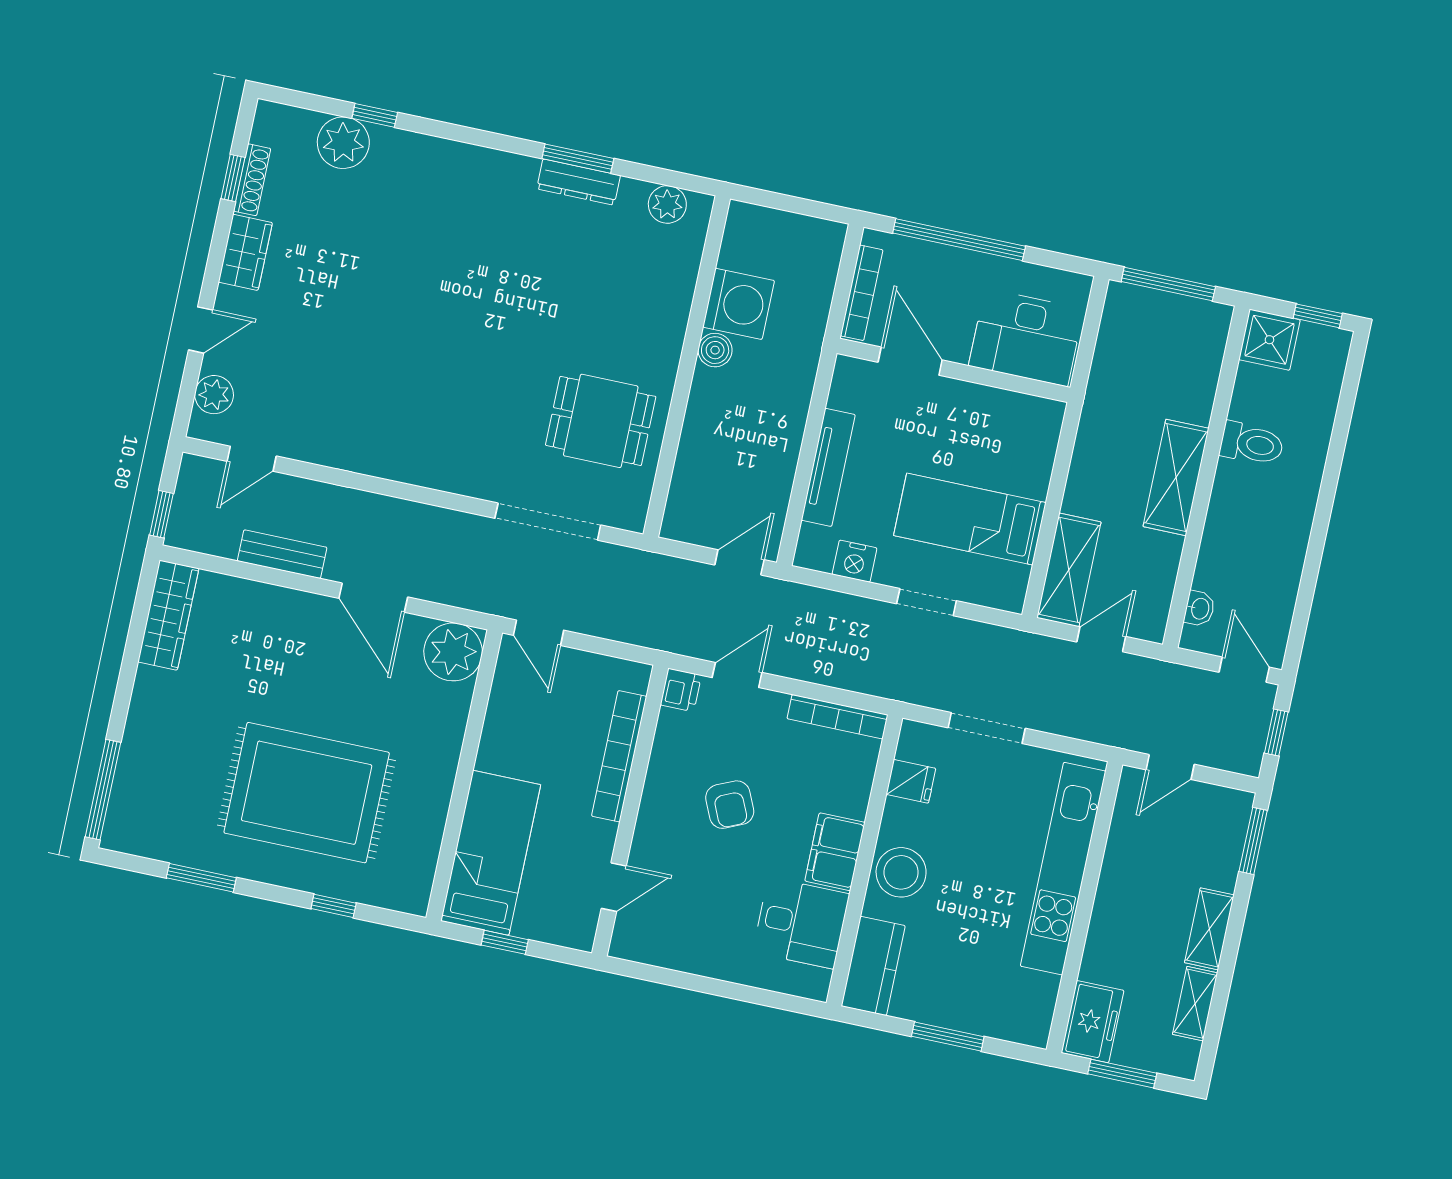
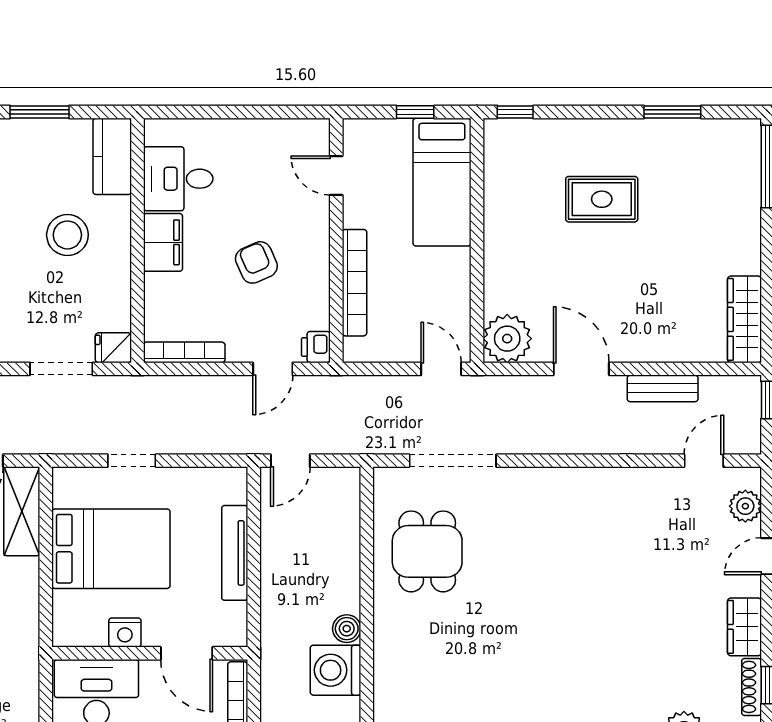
dining table: (601, 421) -> (427, 551), turned 90
bed: (970, 519) -> (111, 549), width x1.50
nightstand: (855, 561) -> (125, 632), moved, turned 180
fridge: (911, 781) -> (113, 348), moved
rug: (307, 793) -> (602, 199), width x0.54, depth x0.49
stool: (901, 872) -> (67, 235), moved
door: (614, 887) -> (336, 176), hinge flipped
window: (334, 906) -> (515, 112), moved

